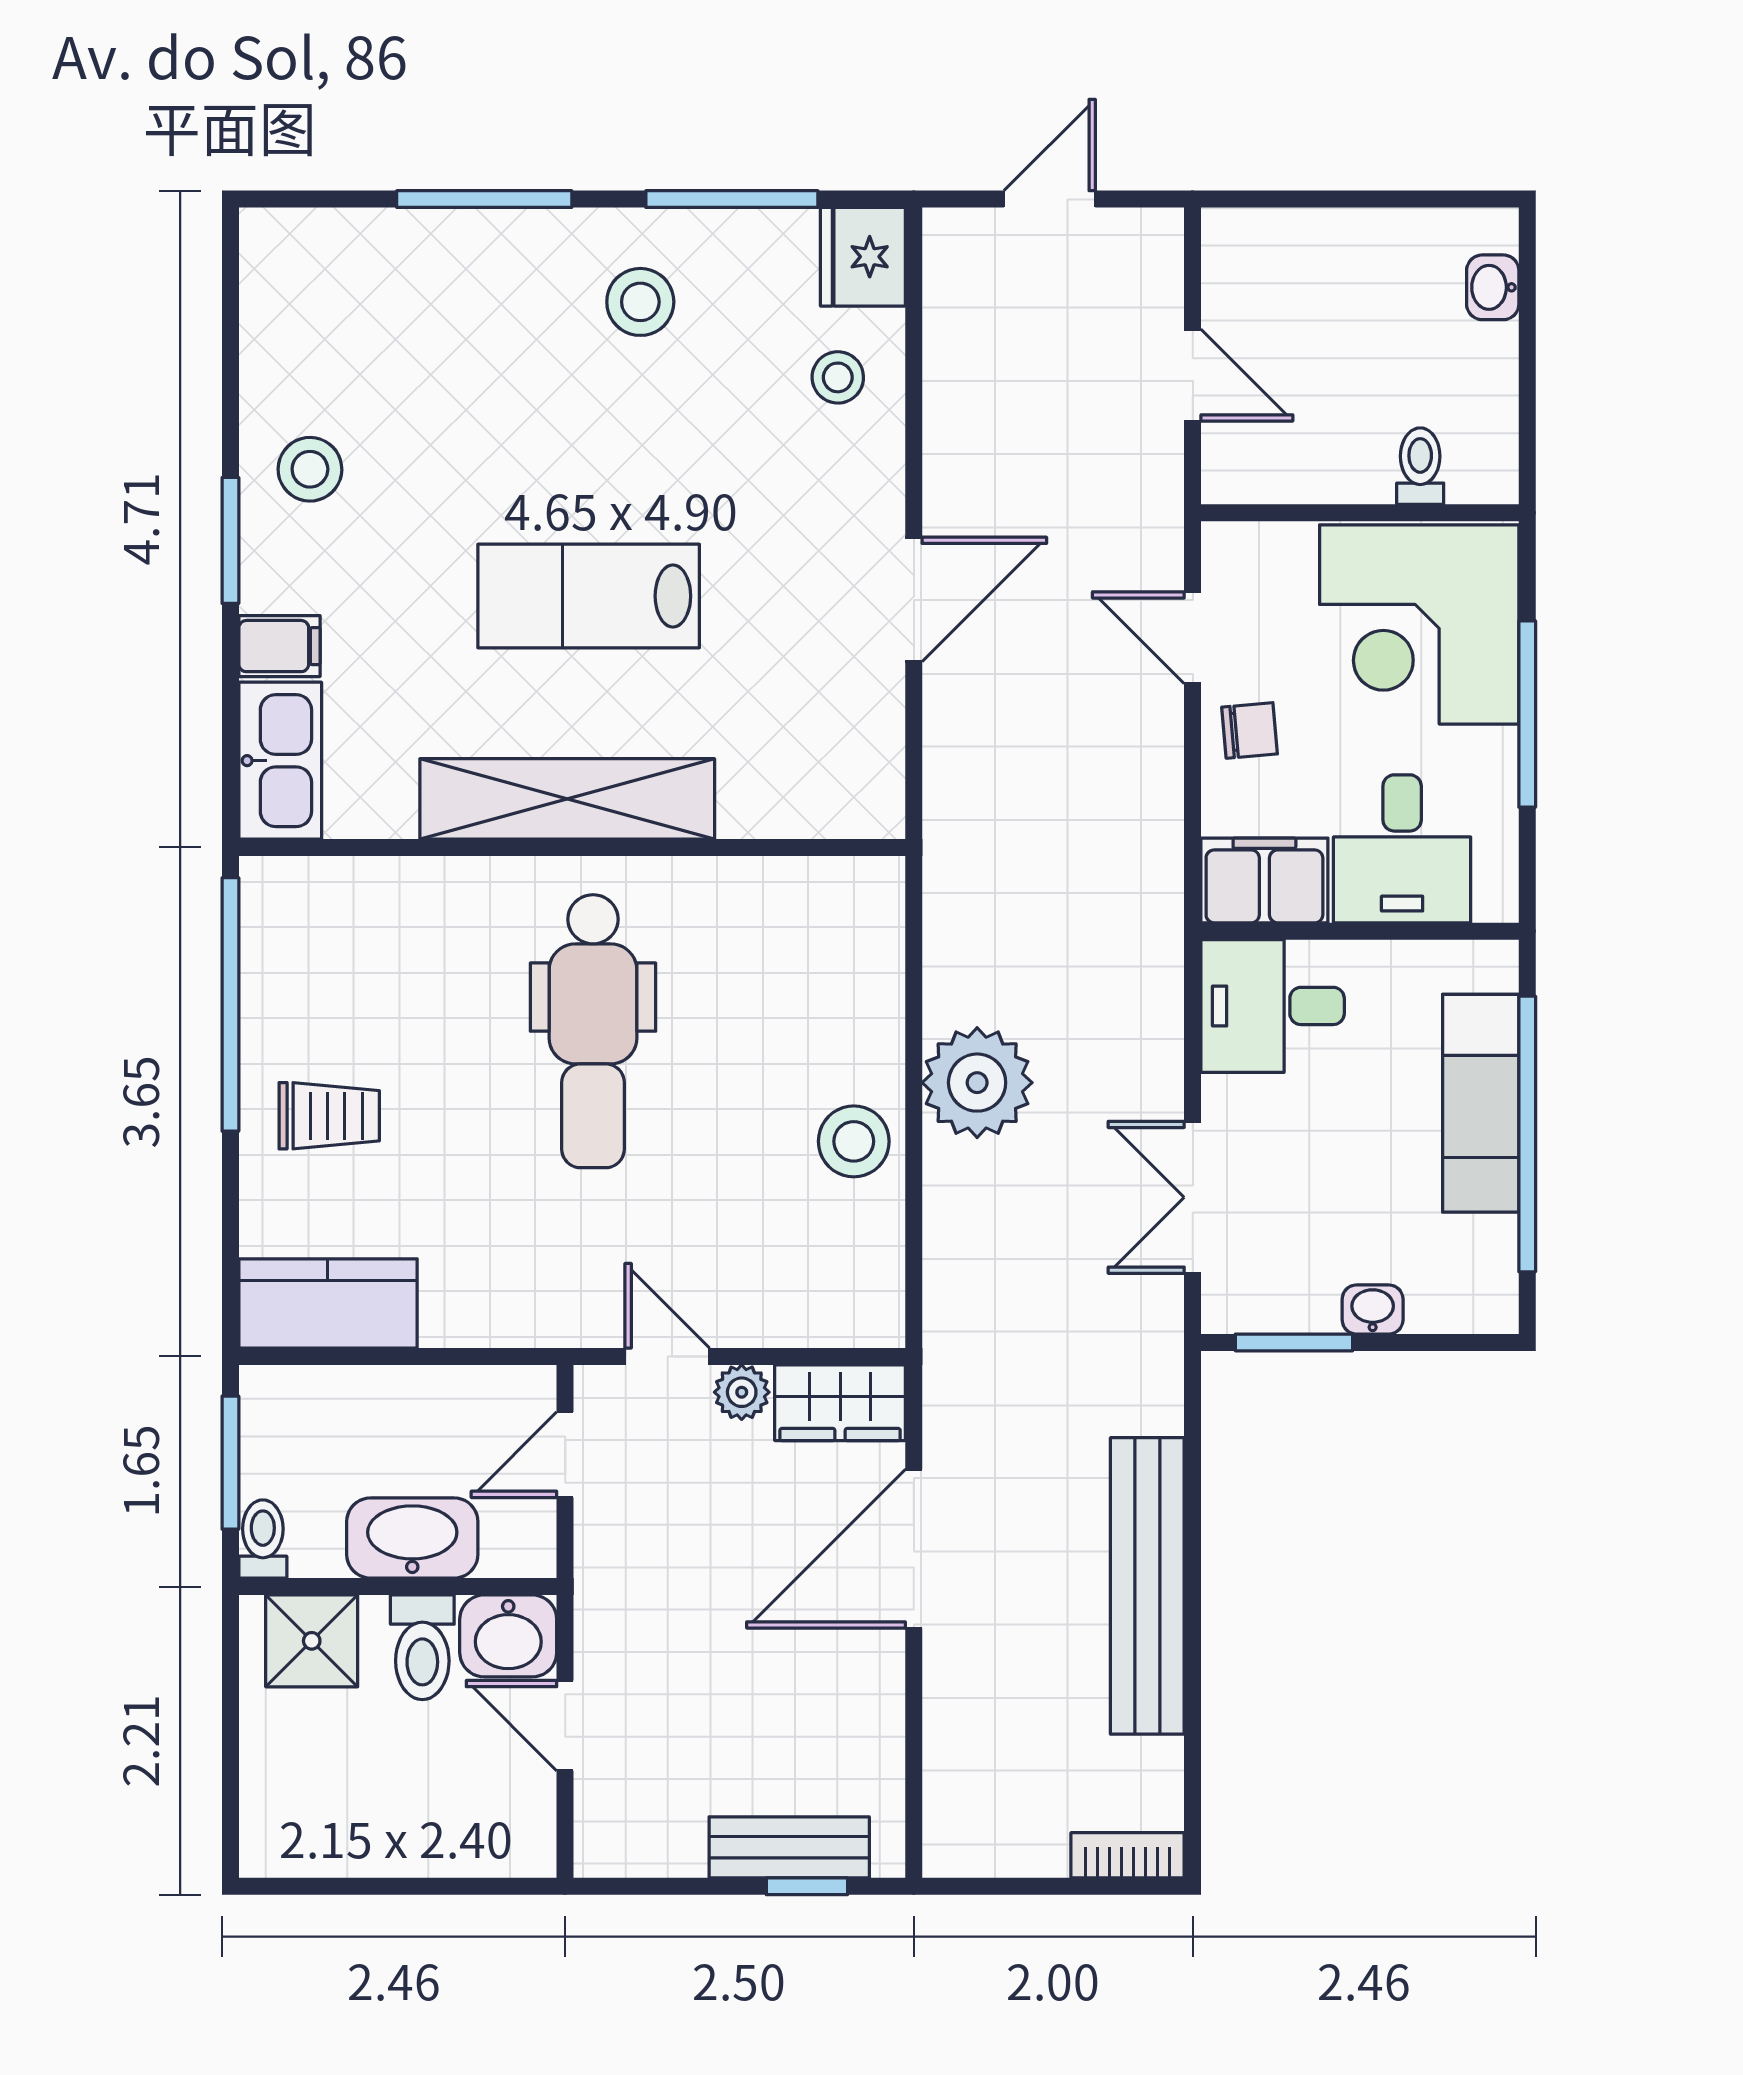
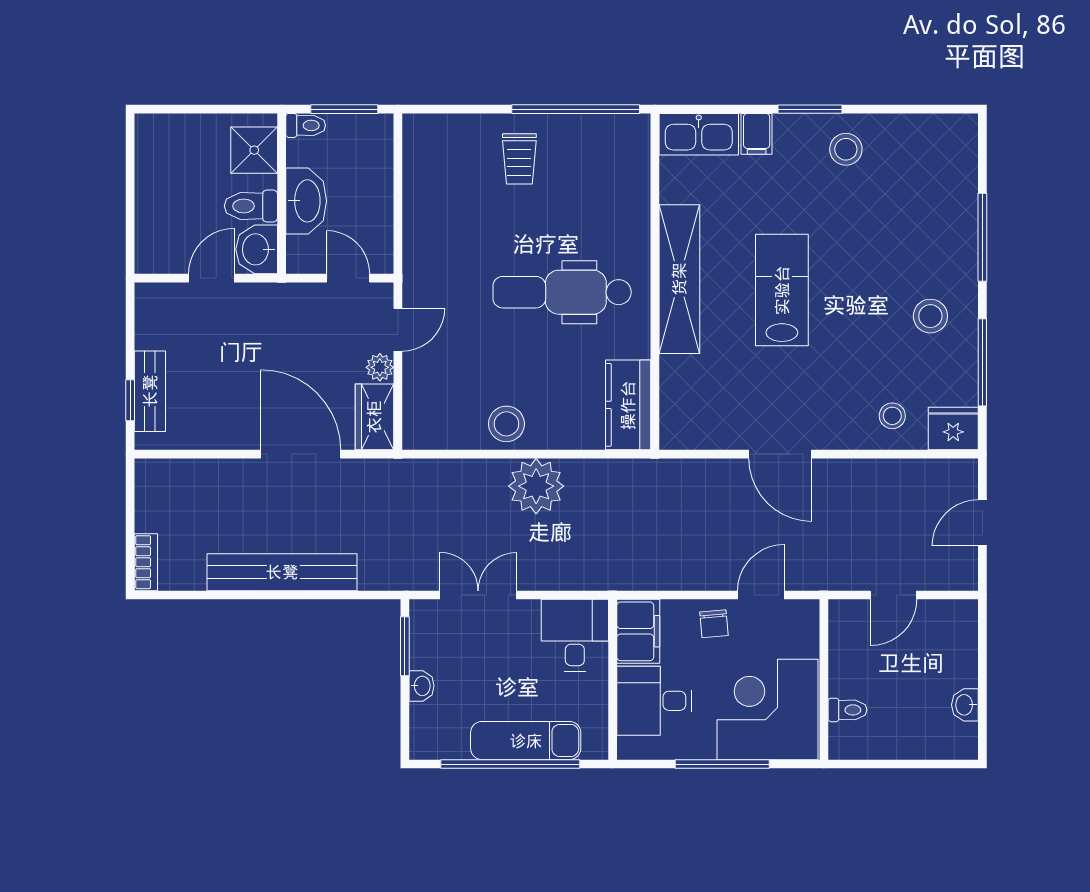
door: (1050, 199) -> (982, 523), swing flipped
washbasin: (1493, 287) -> (965, 705), moved, turned -90
kitchen counter: (328, 1303) -> (628, 405), moved, turned 180

